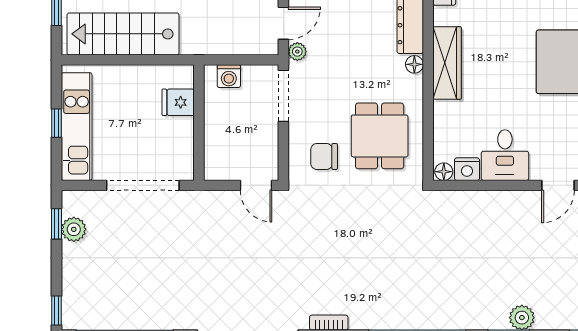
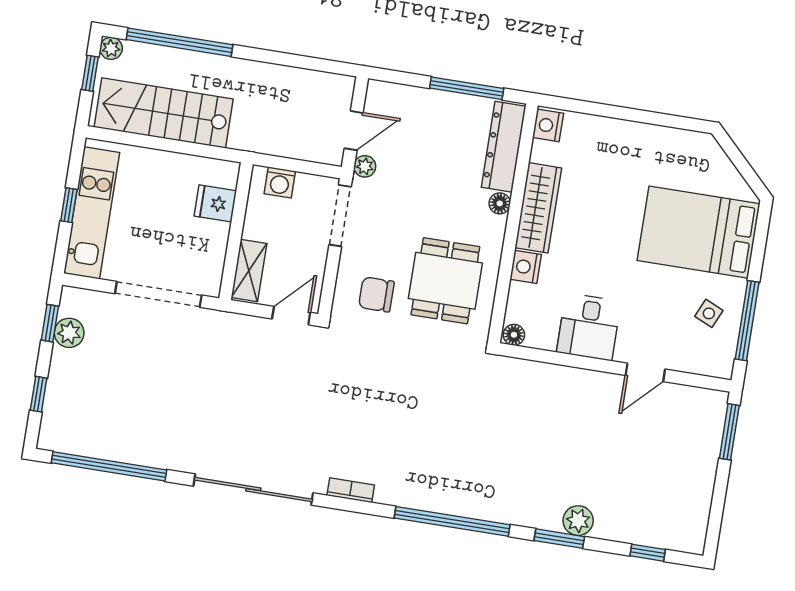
shelving: (215, 154) -> (249, 271), added
nightstand: (467, 169) -> (526, 267), moved, turned 90
door: (256, 185) -> (291, 316), swing flipped
window: (57, 311) -> (39, 394), moved

